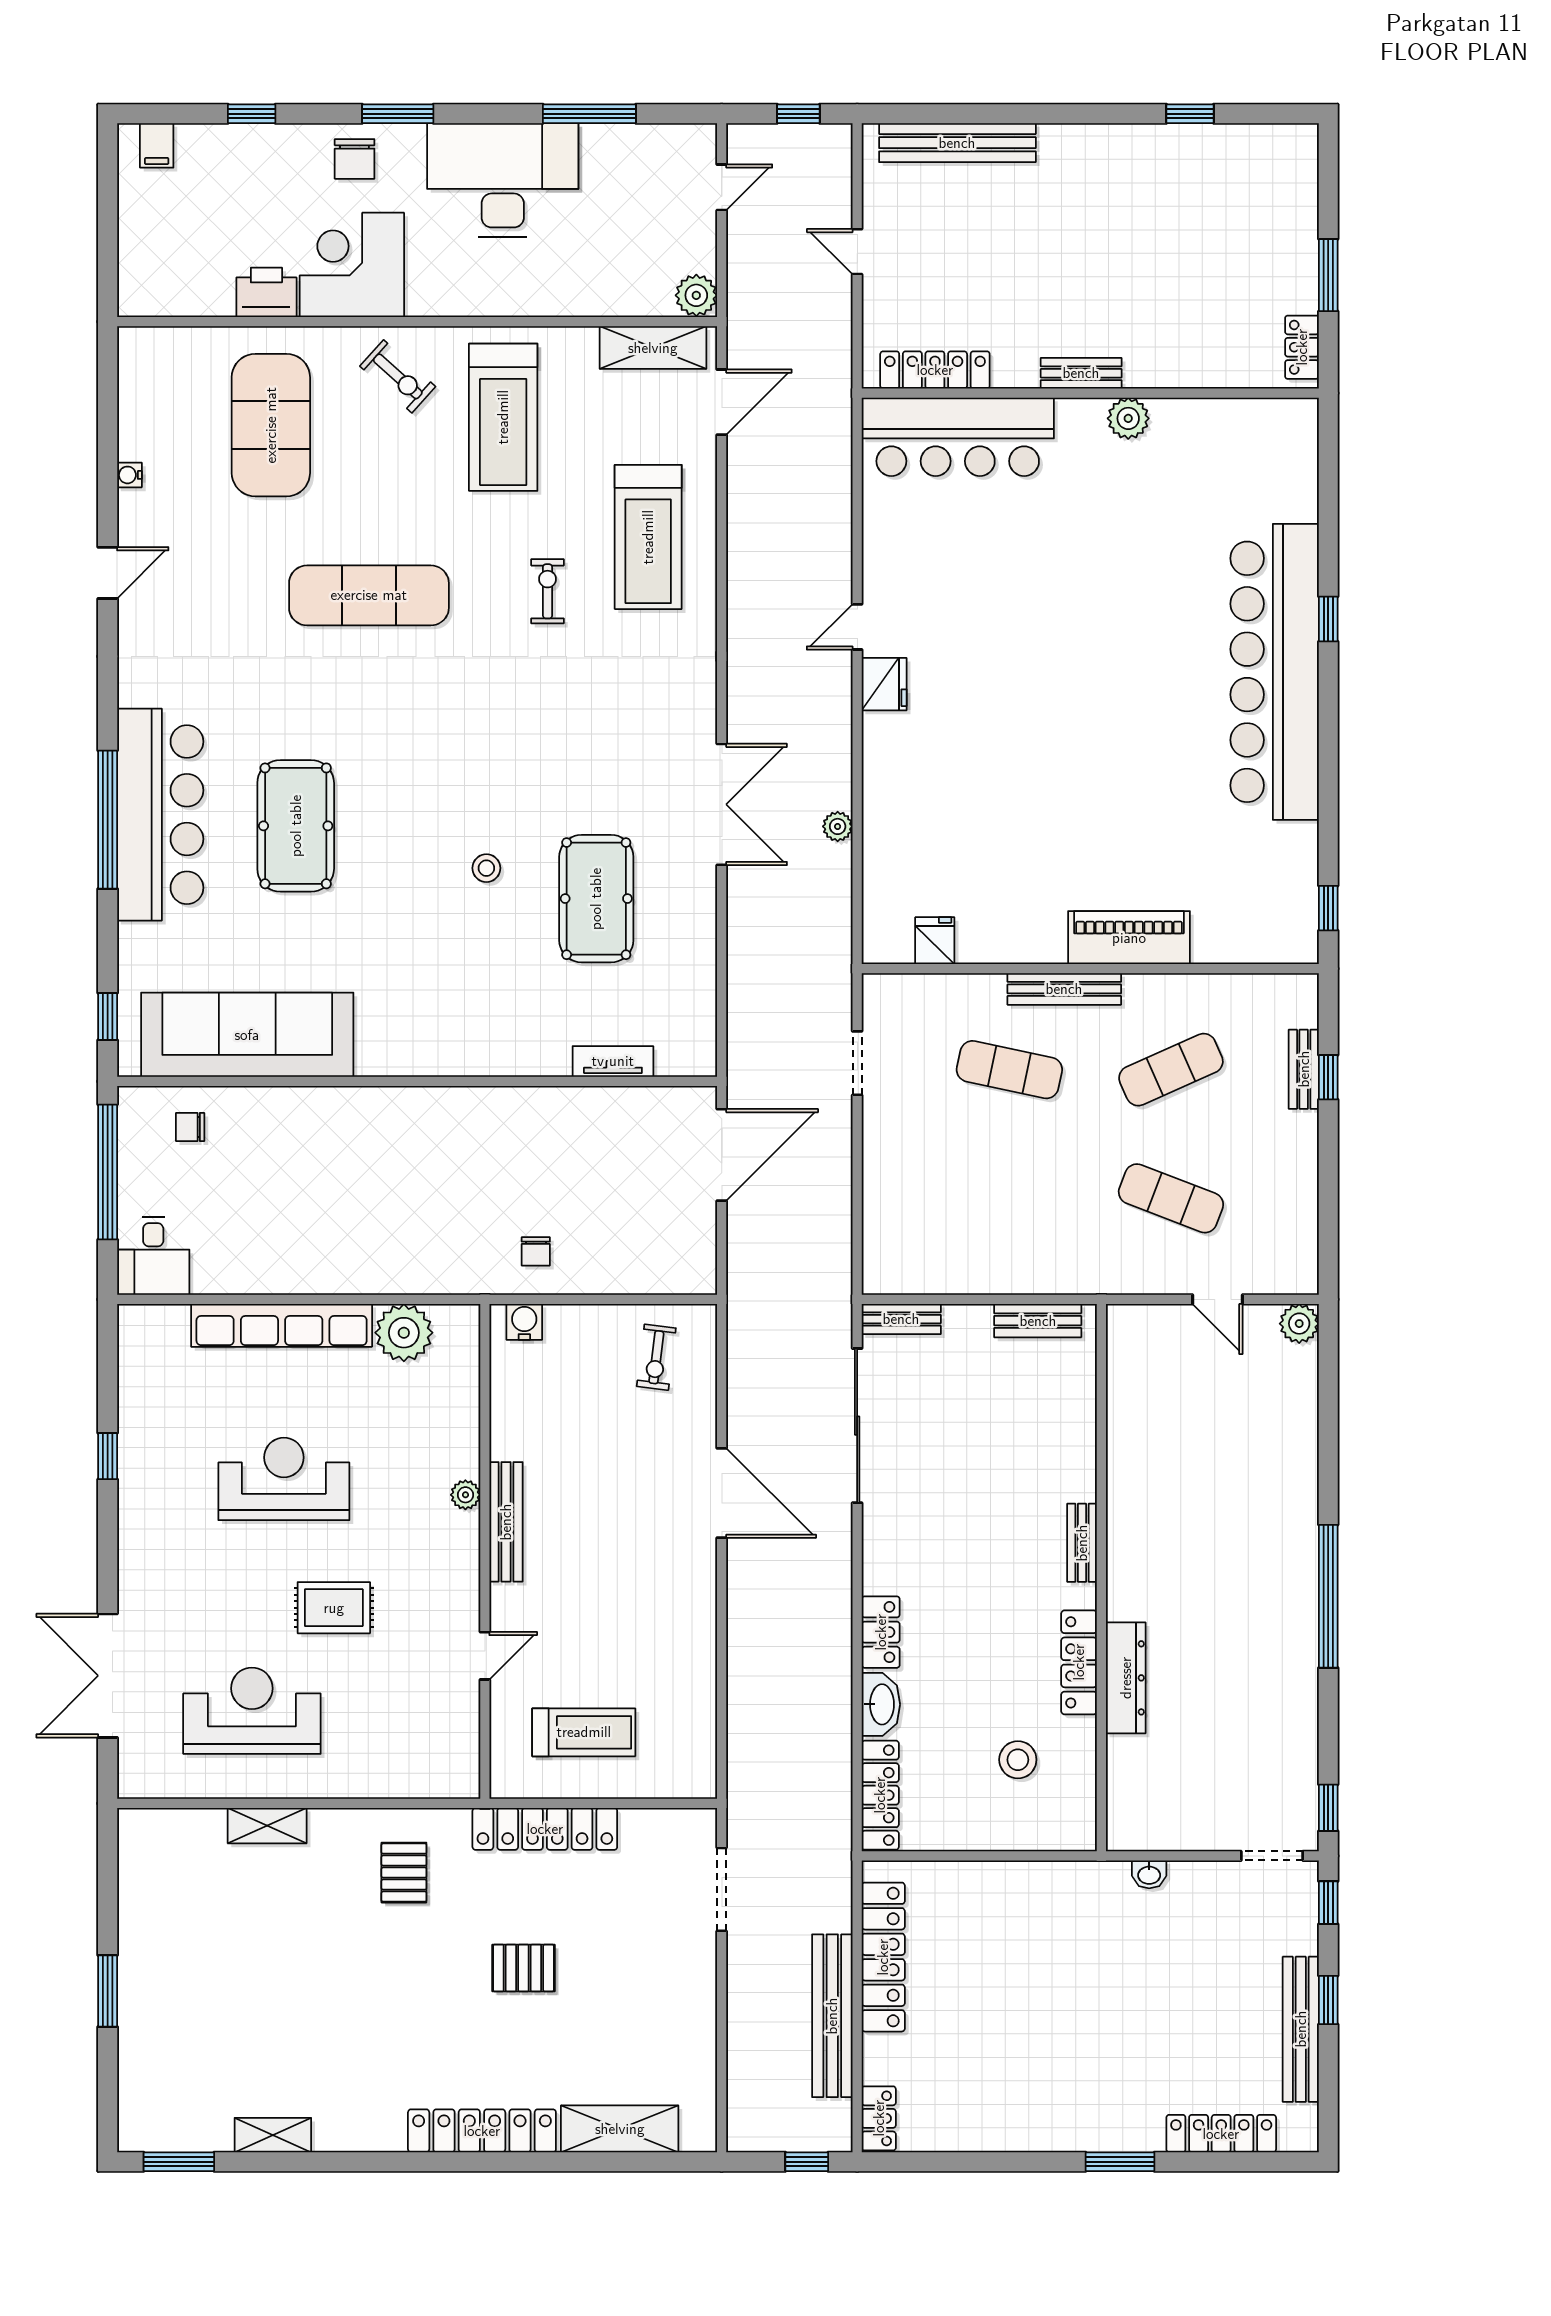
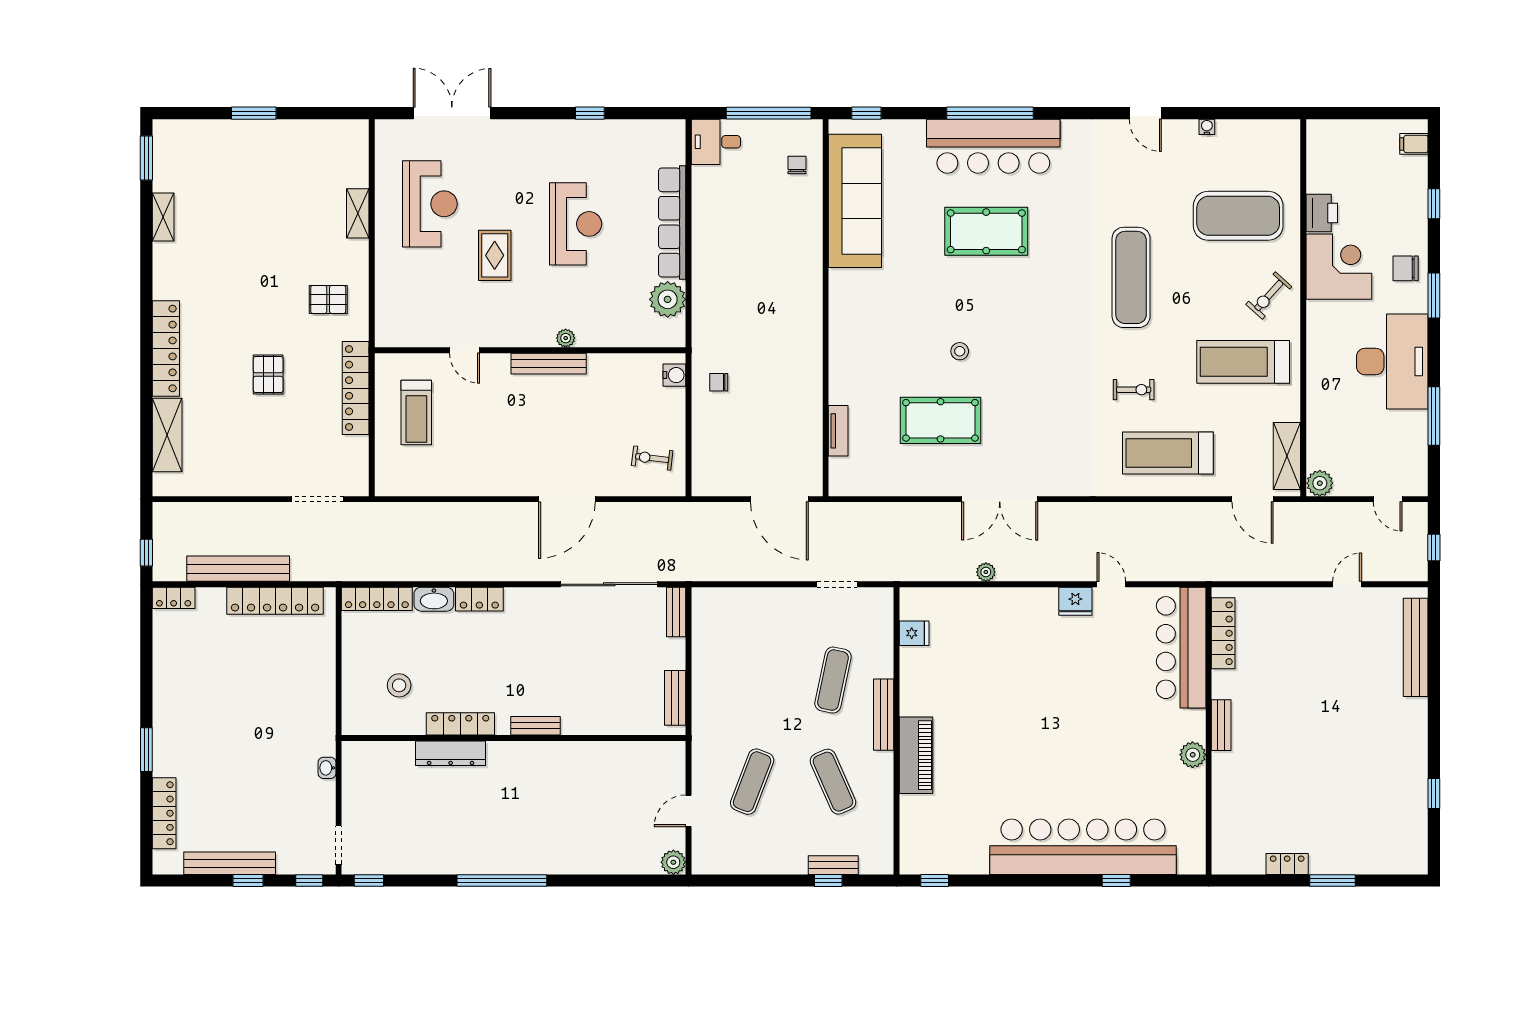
locker: (935, 370) -> (1223, 633), moved
bench: (1081, 373) -> (1221, 725), moved
wall: (1090, 393) -> (1209, 731), moved
plant: (1128, 418) -> (1193, 755), moved
bar counter: (958, 437) -> (1181, 648), moved

